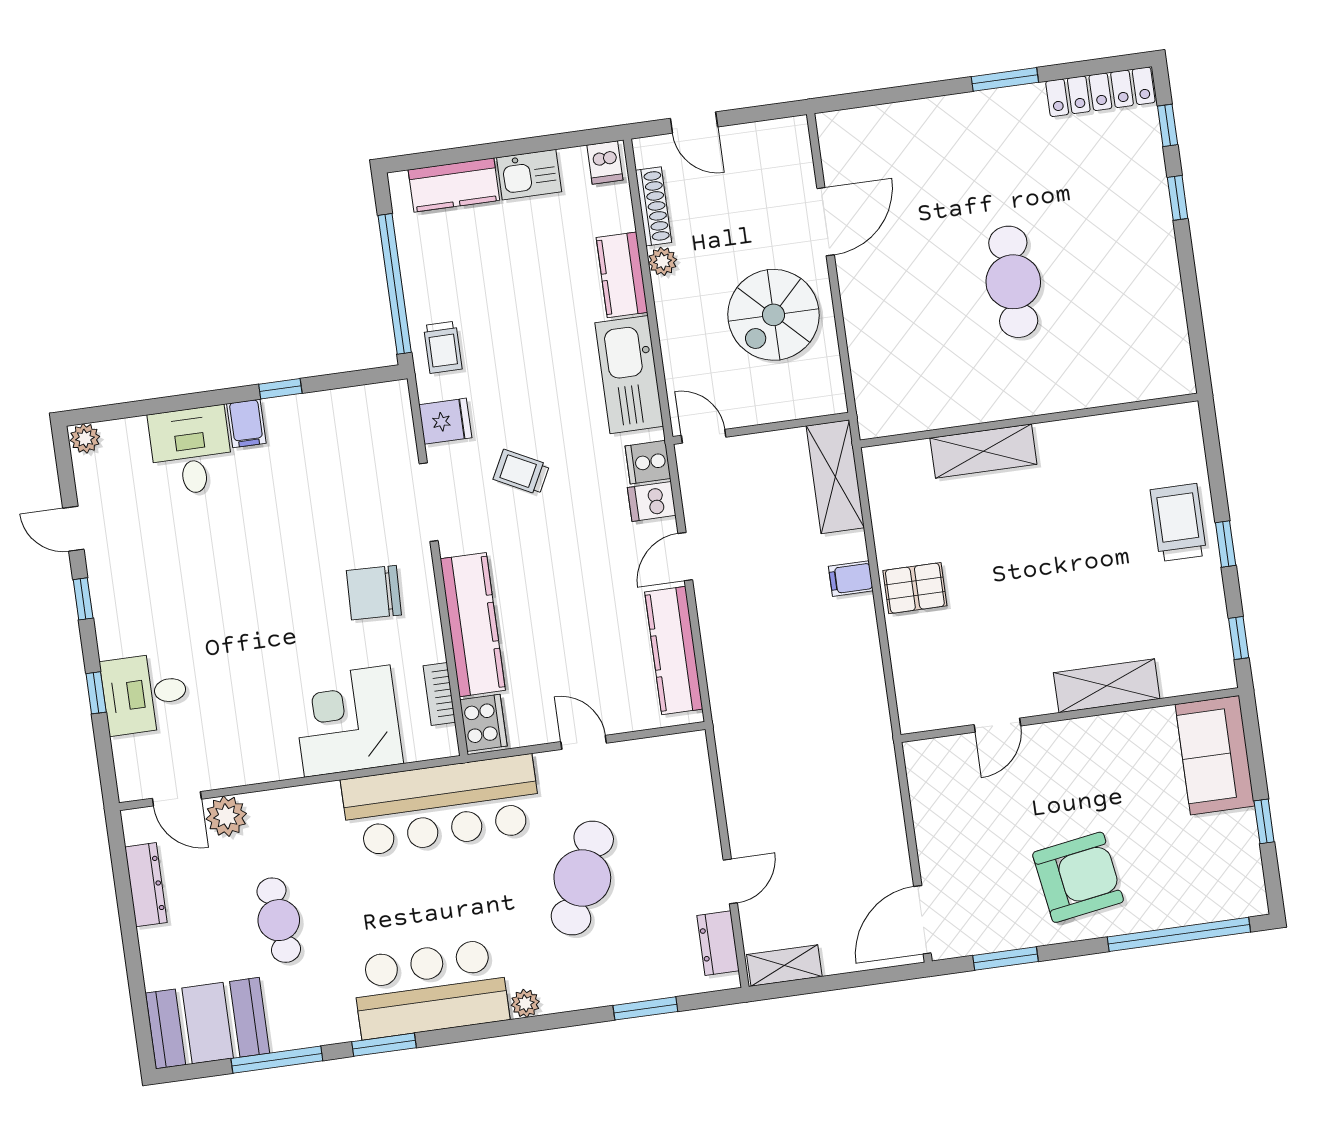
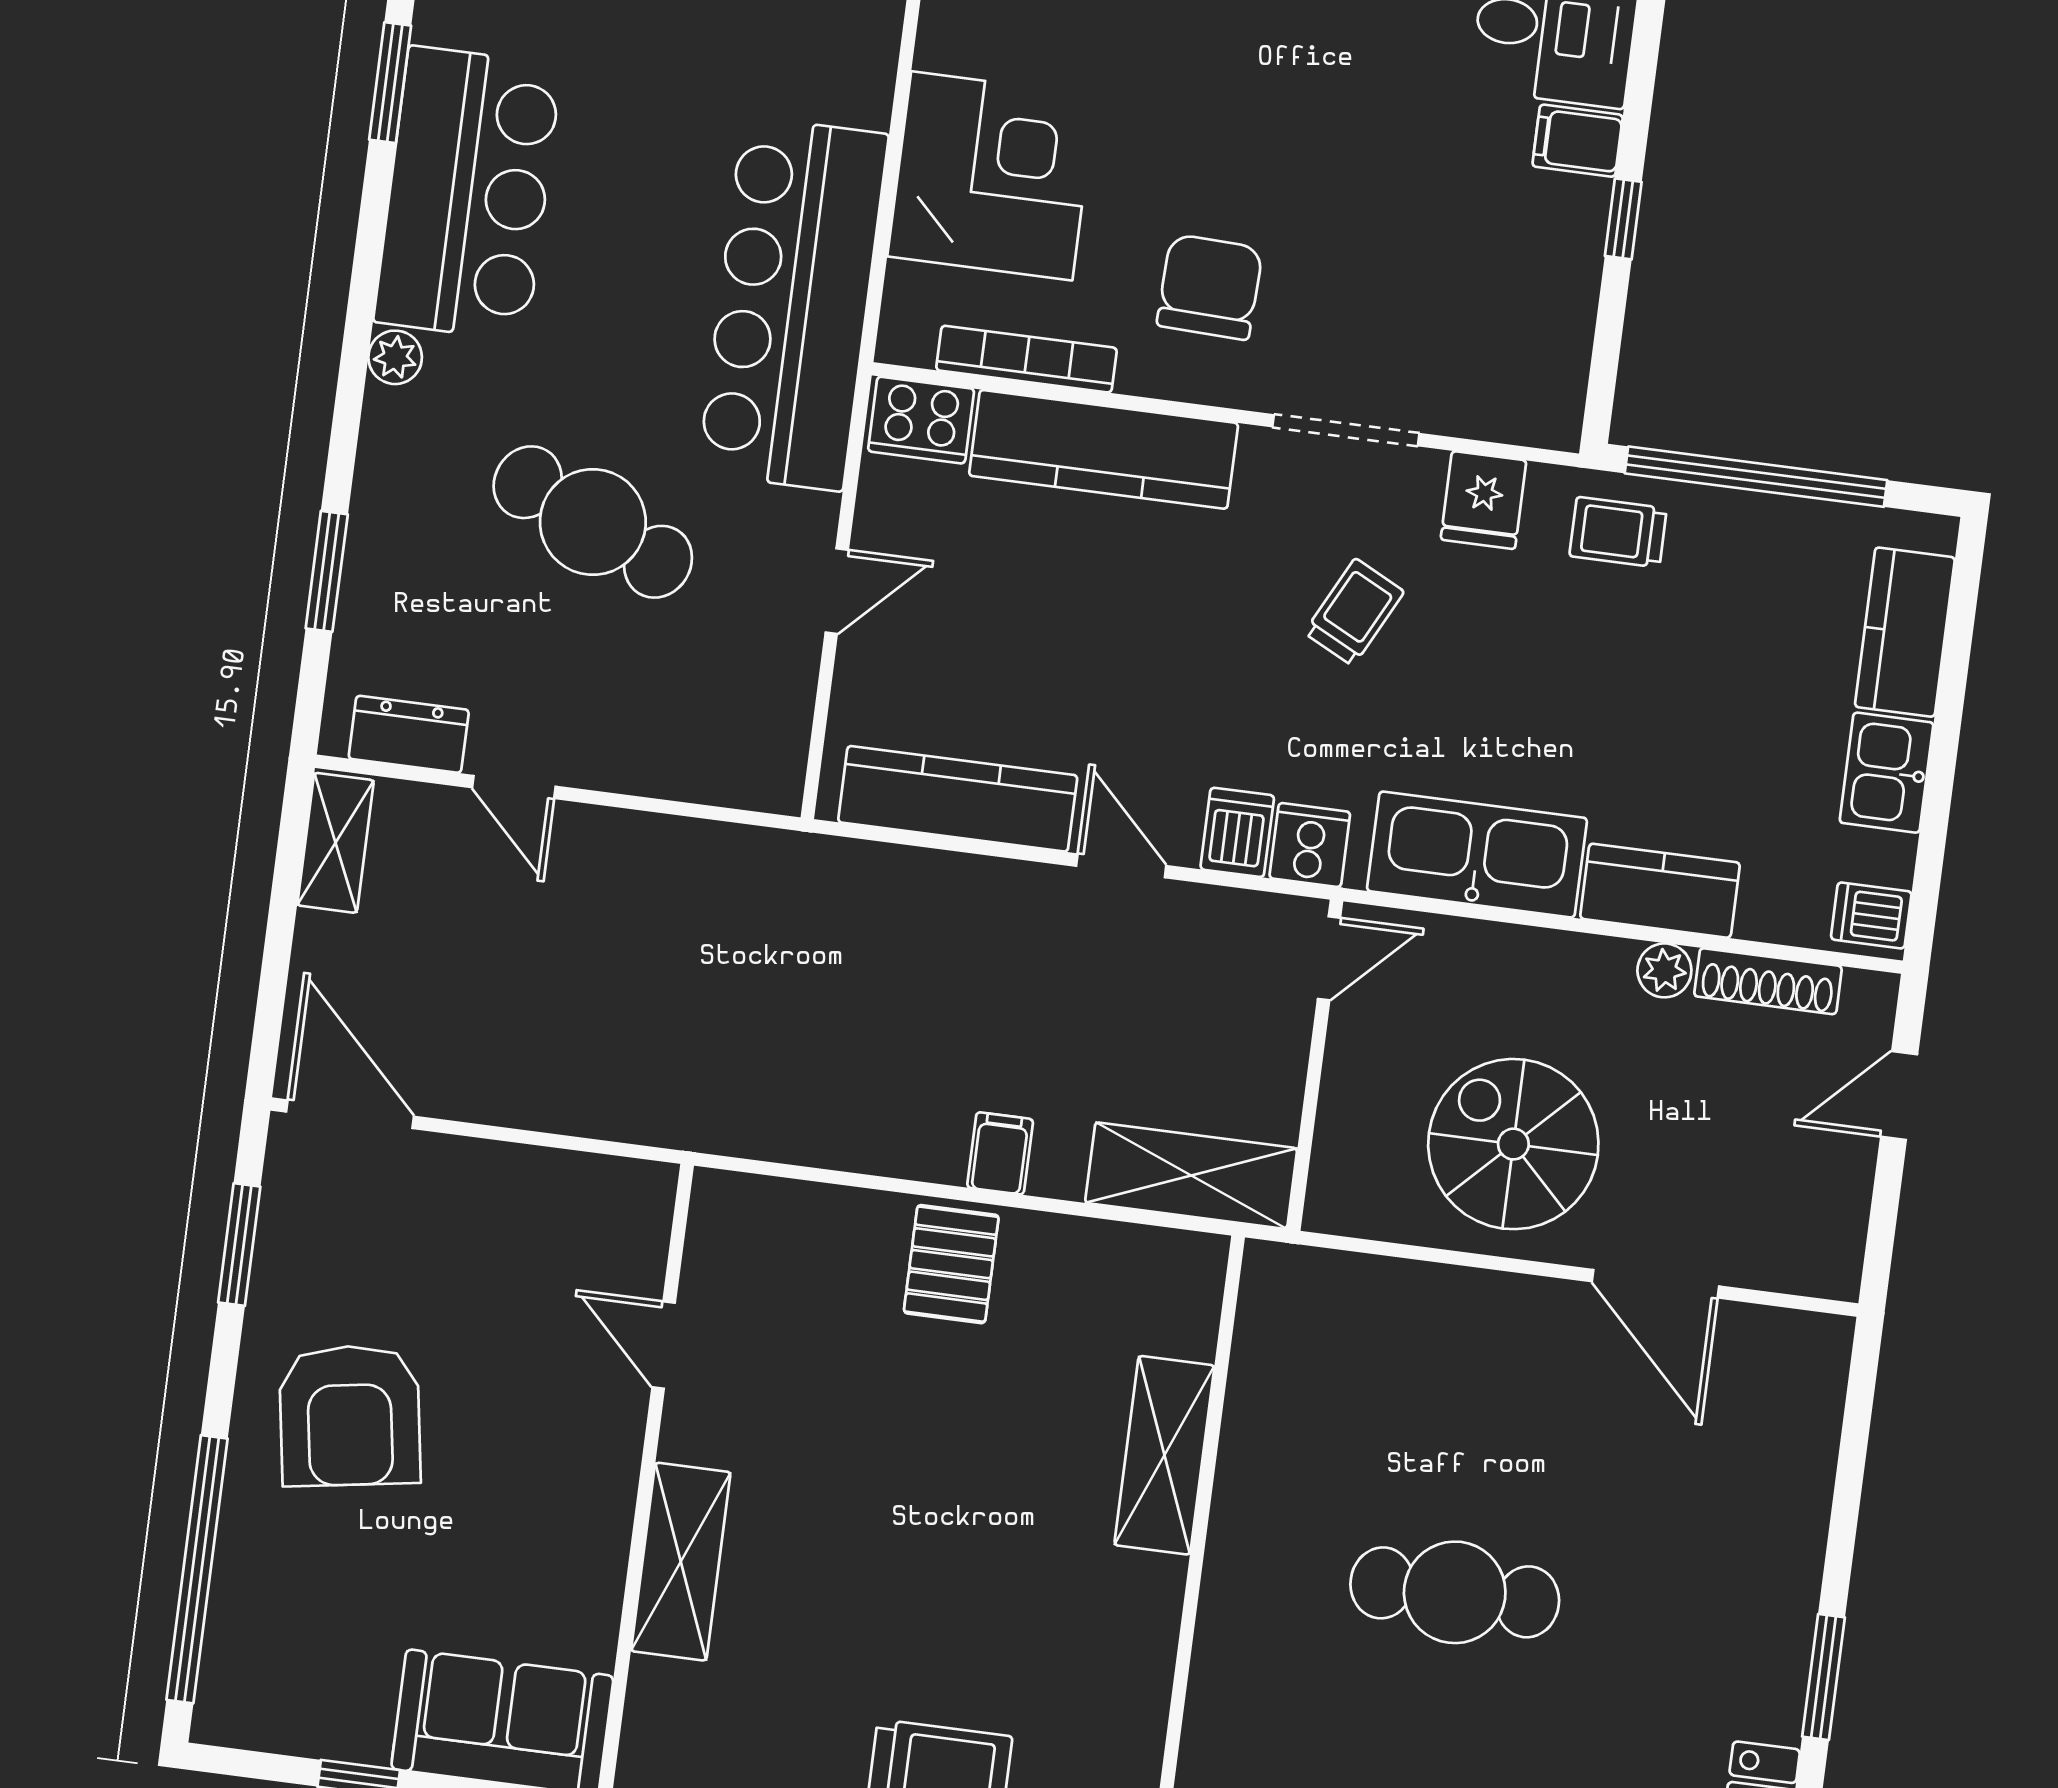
bookcase: (439, 694) -> (1026, 359), width x1.56

